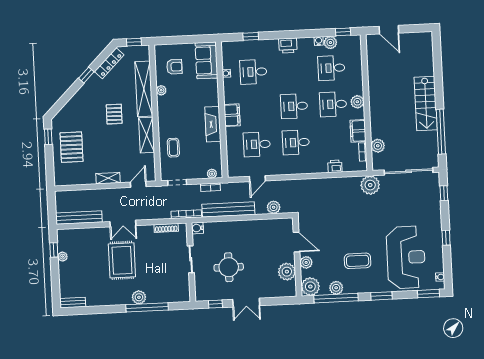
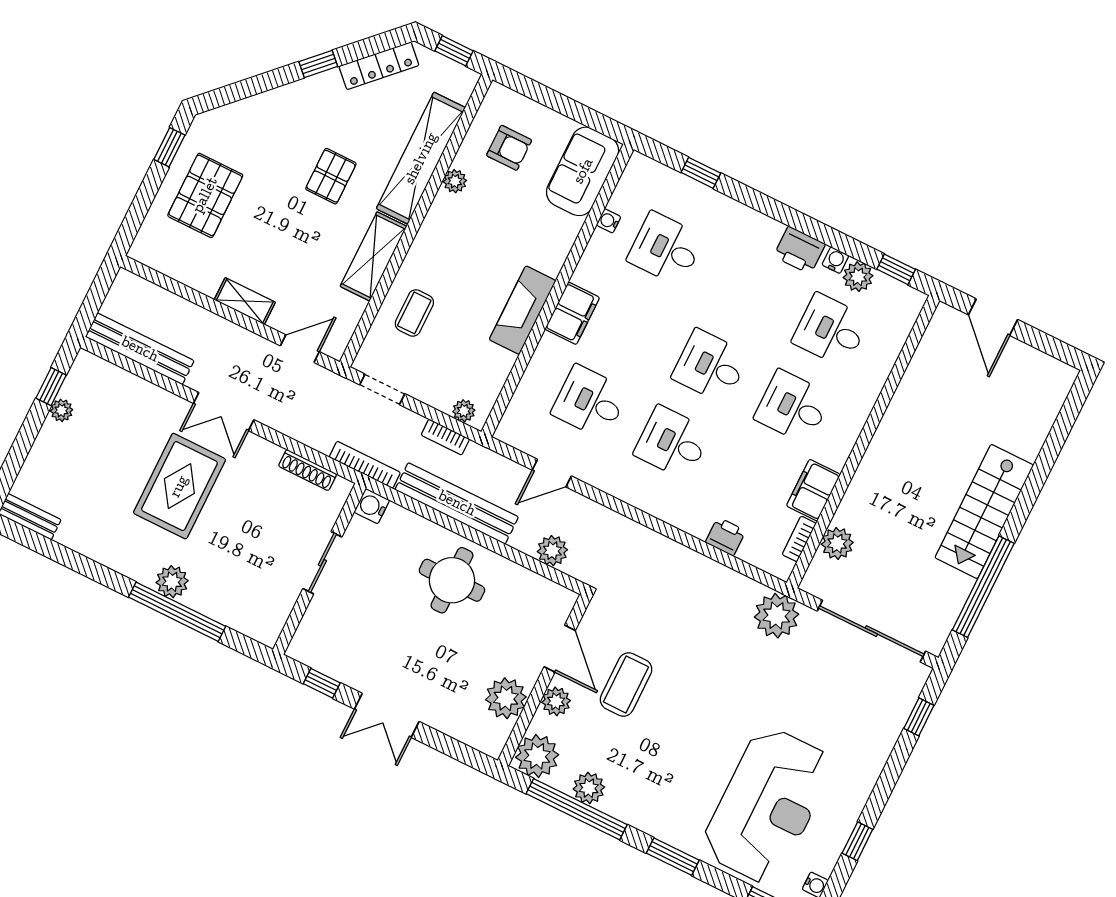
printer: (288, 46) -> (799, 250), moved
plant: (357, 102) -> (846, 429), removed
window: (446, 238) -> (857, 841), moved
coffee table: (358, 261) -> (626, 684), moved, turned 90
round table: (229, 267) -> (452, 580), moved

